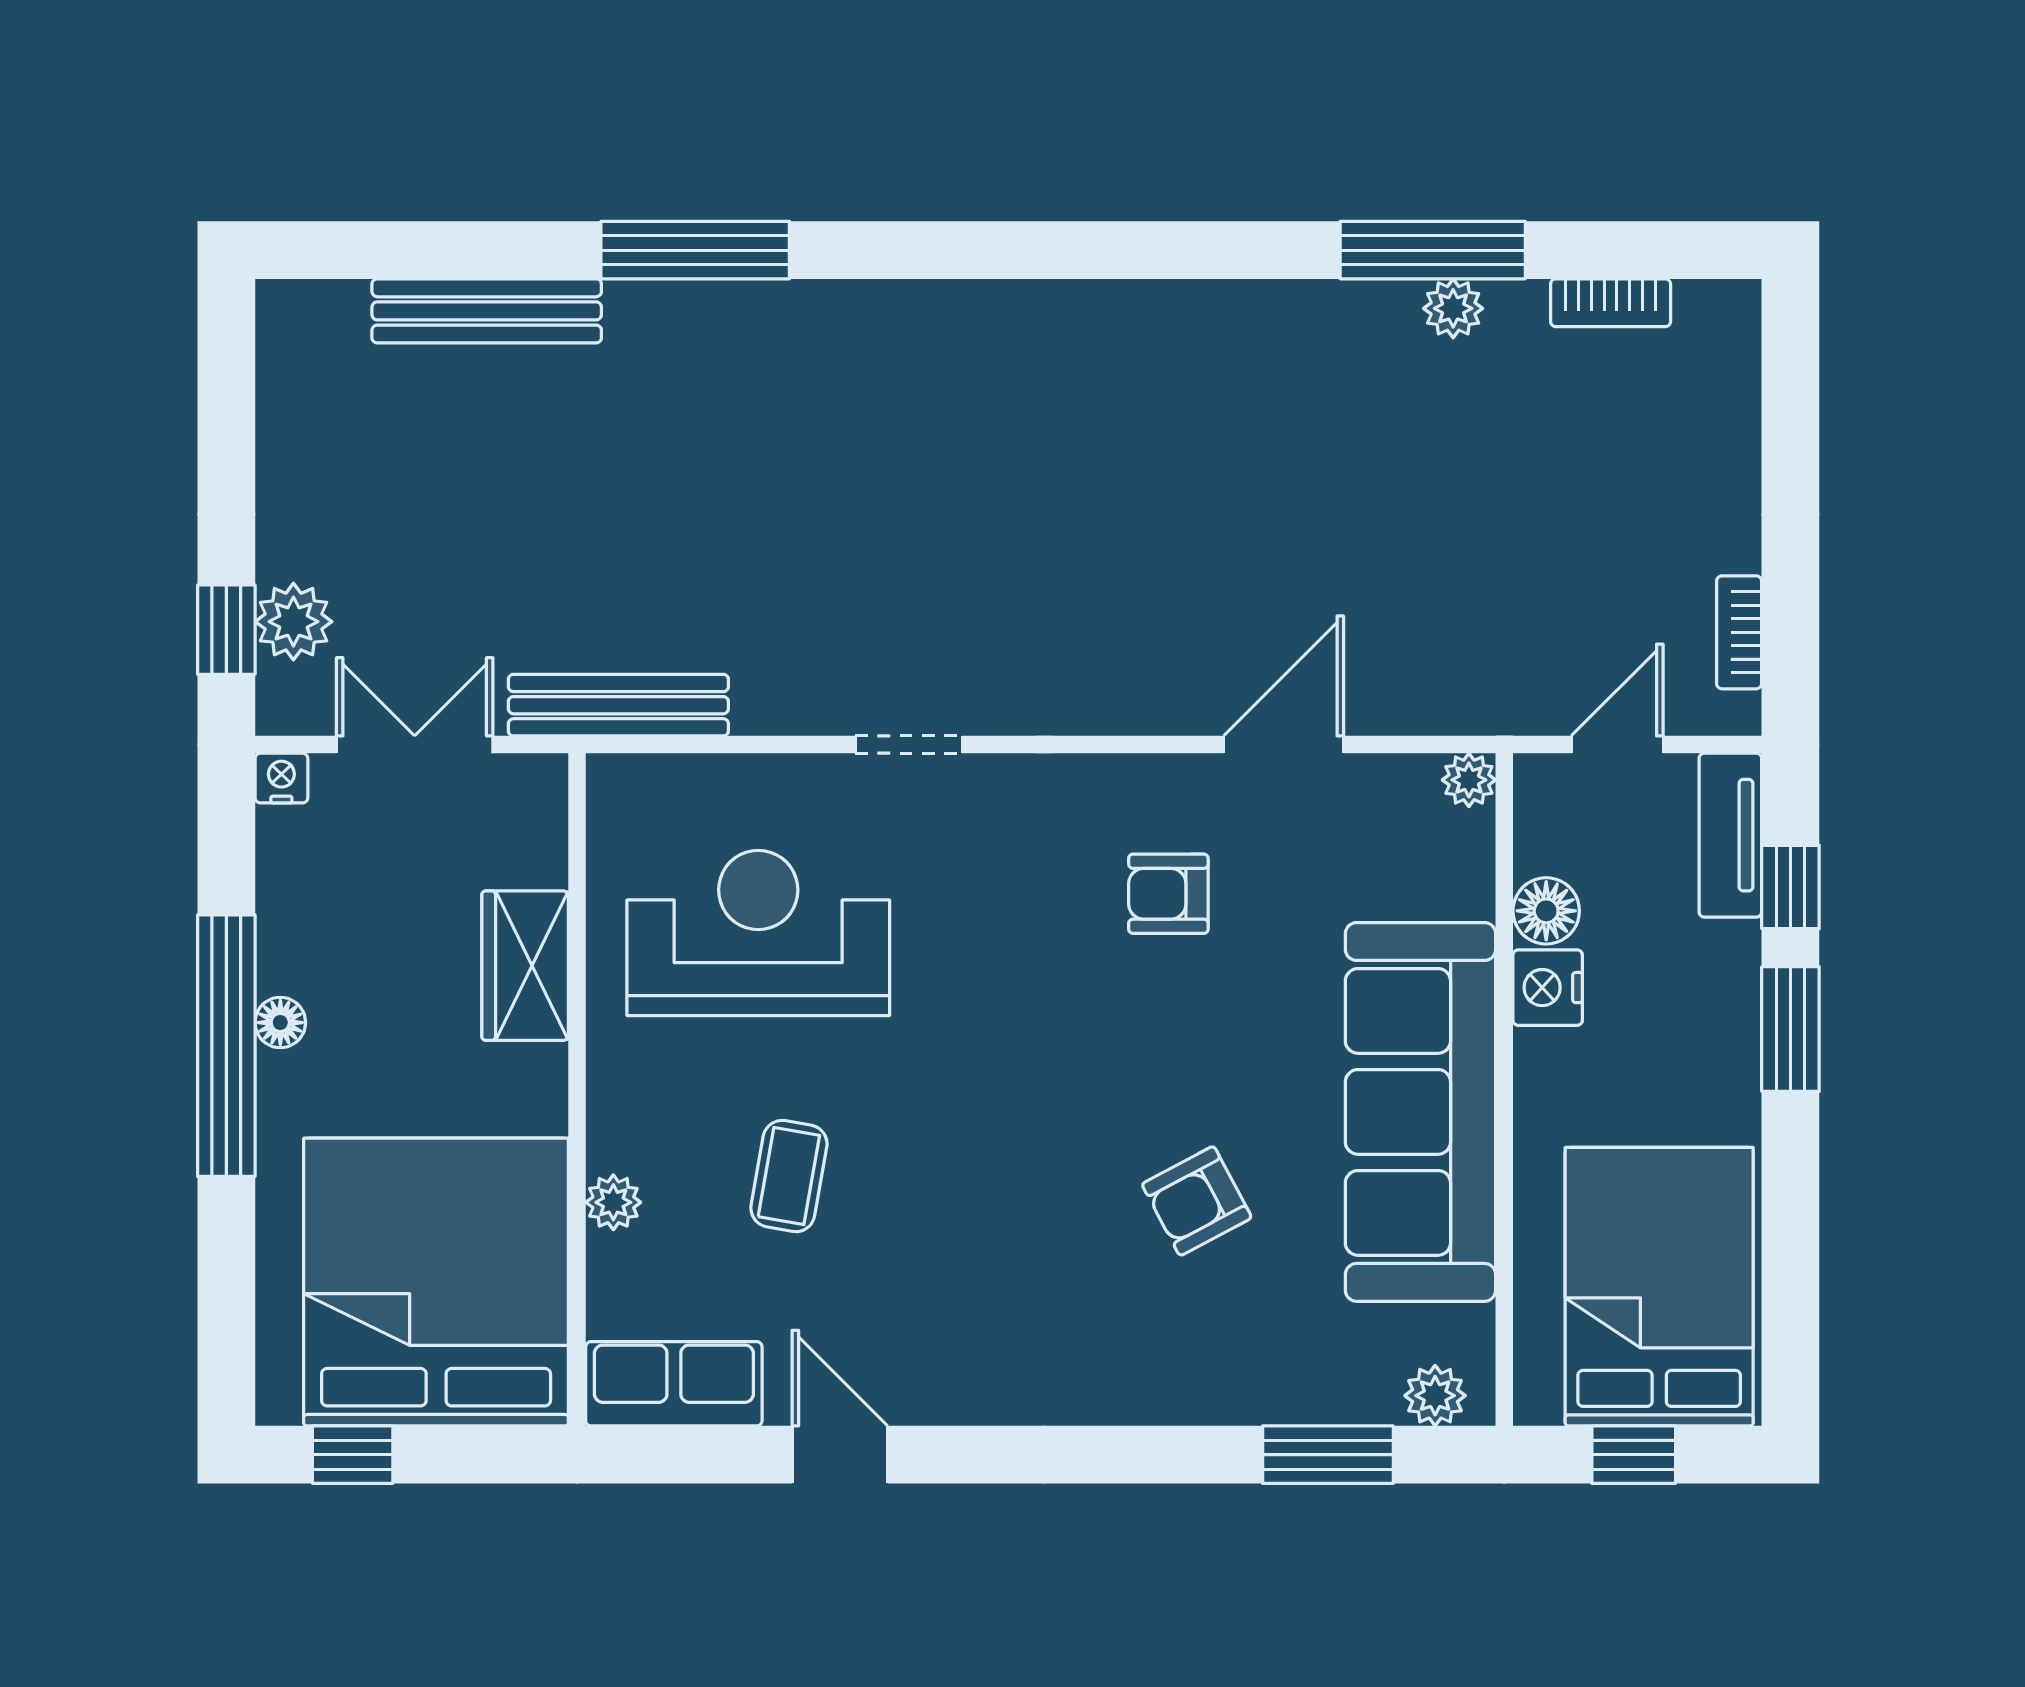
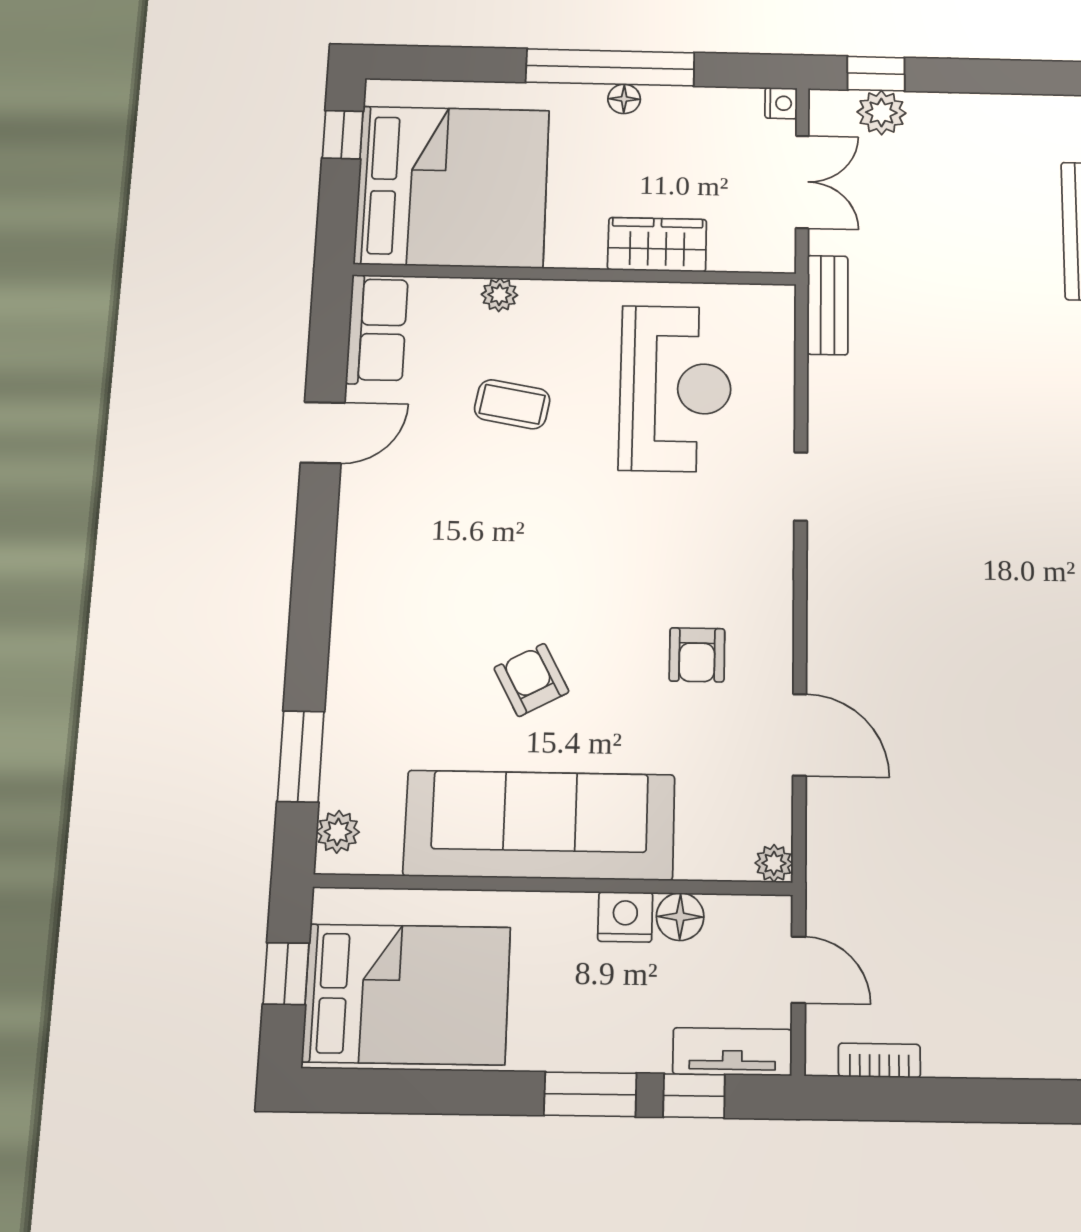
bench: (618, 705) -> (828, 305), width x0.73
armchair: (1168, 894) -> (697, 655), turned 180
armchair: (1197, 1201) -> (531, 680), moved

